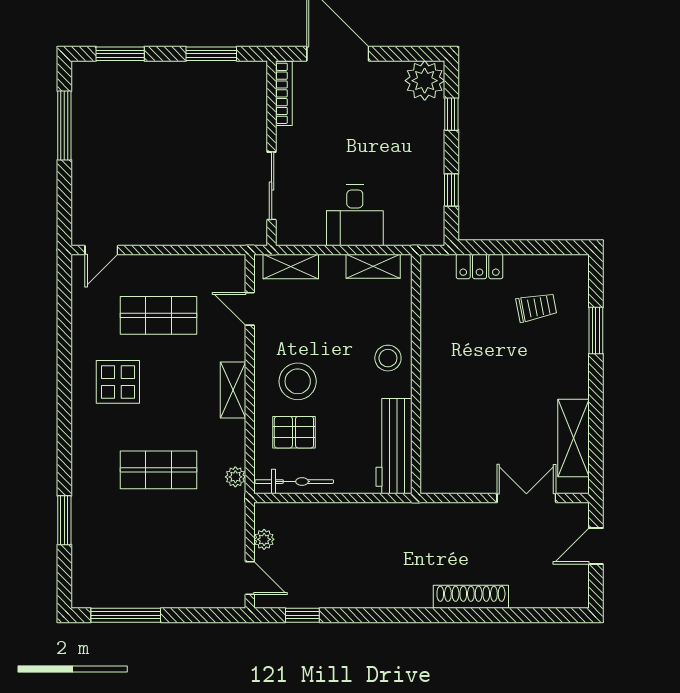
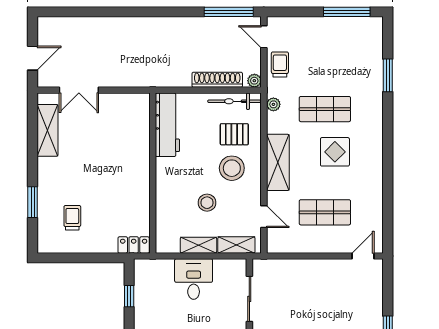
shelving: (373, 266) -> (198, 245), moved
locker: (480, 266) -> (134, 245), moved
trolley: (536, 307) -> (72, 218), turned 101
stool: (388, 358) -> (207, 203), moved
display table: (118, 382) -> (335, 152), moved
shelving: (233, 390) -> (278, 162), width x1.50, depth x1.33
trolley: (226, 537) -> (280, 64), added
plant: (264, 539) -> (254, 81), moved
shoe rack: (471, 597) -> (217, 80), moved, turned 180
window: (302, 615) -> (229, 12), width x2.17

